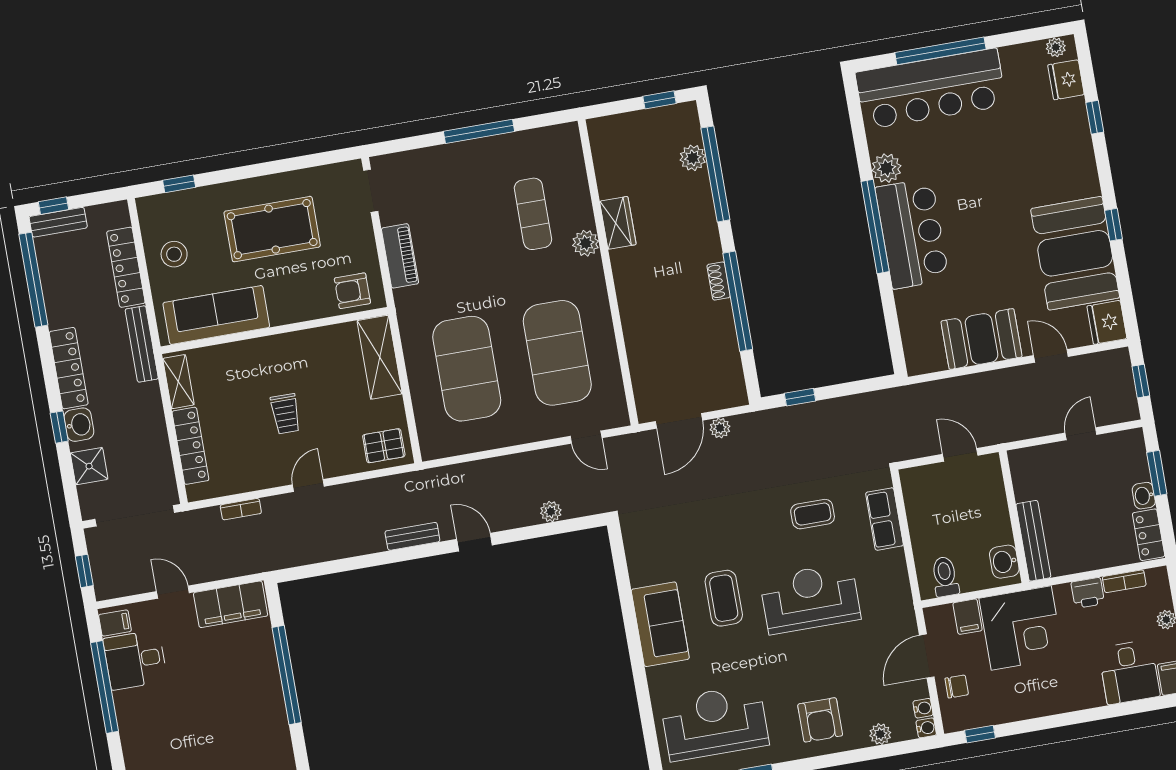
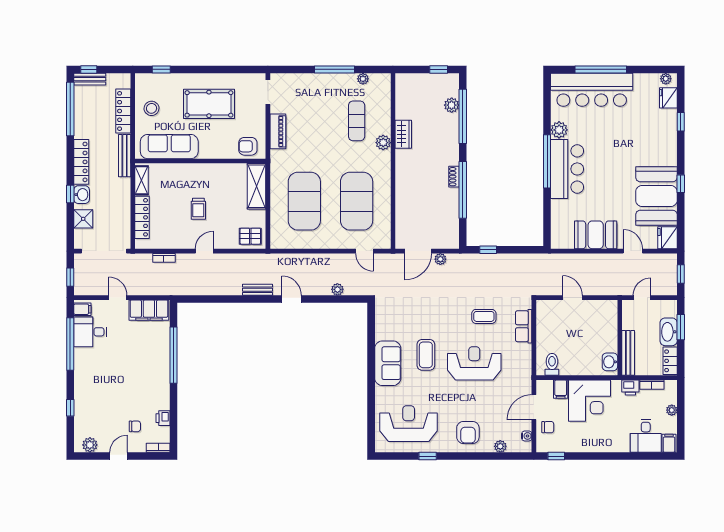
plant: (531, 139) -> (363, 79), added
washbasin: (1144, 496) -> (669, 332), width x1.91, depth x1.45
wall: (1014, 517) -> (620, 338), moved
bench: (1033, 541) -> (628, 353), moved
washbasin: (1004, 562) -> (610, 362), moved
water cooler: (926, 728) -> (527, 447), removed

